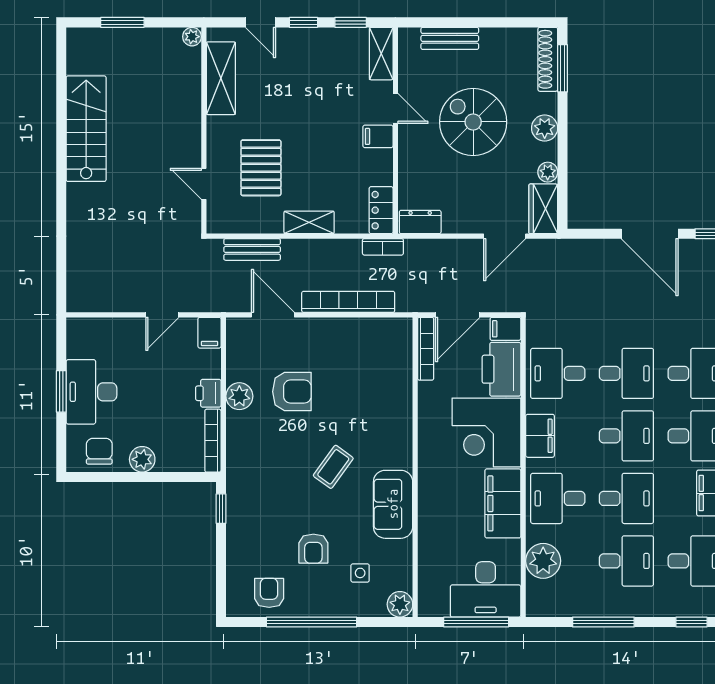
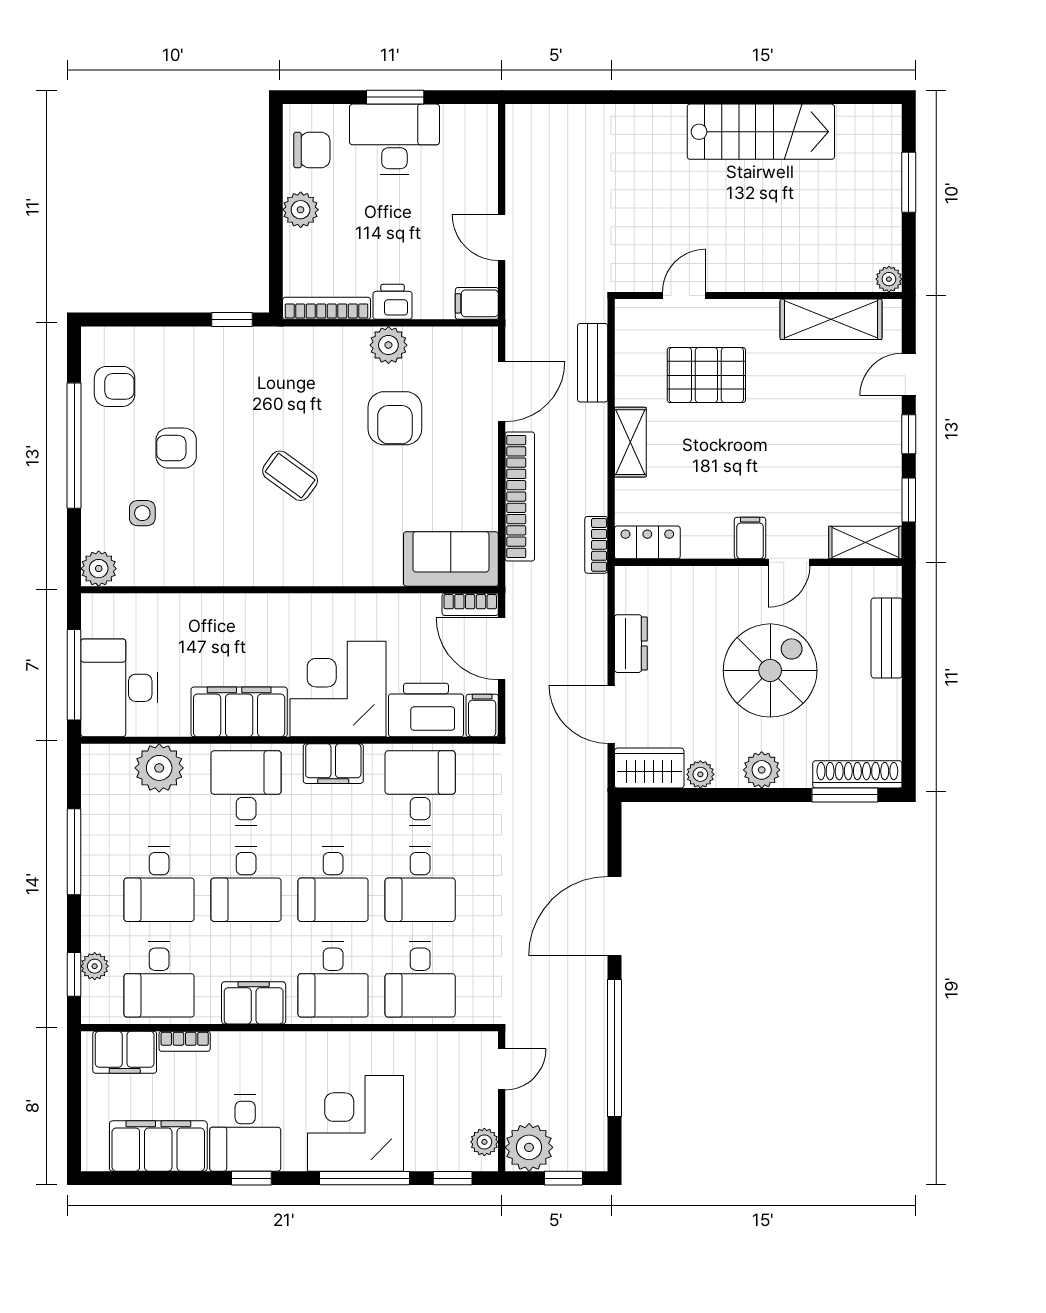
dresser: (420, 222) -> (631, 644), moved
bookcase: (426, 349) -> (470, 604), width x0.64
sofa: (393, 504) -> (451, 559), moved
plant: (686, 607) -> (95, 966), added

